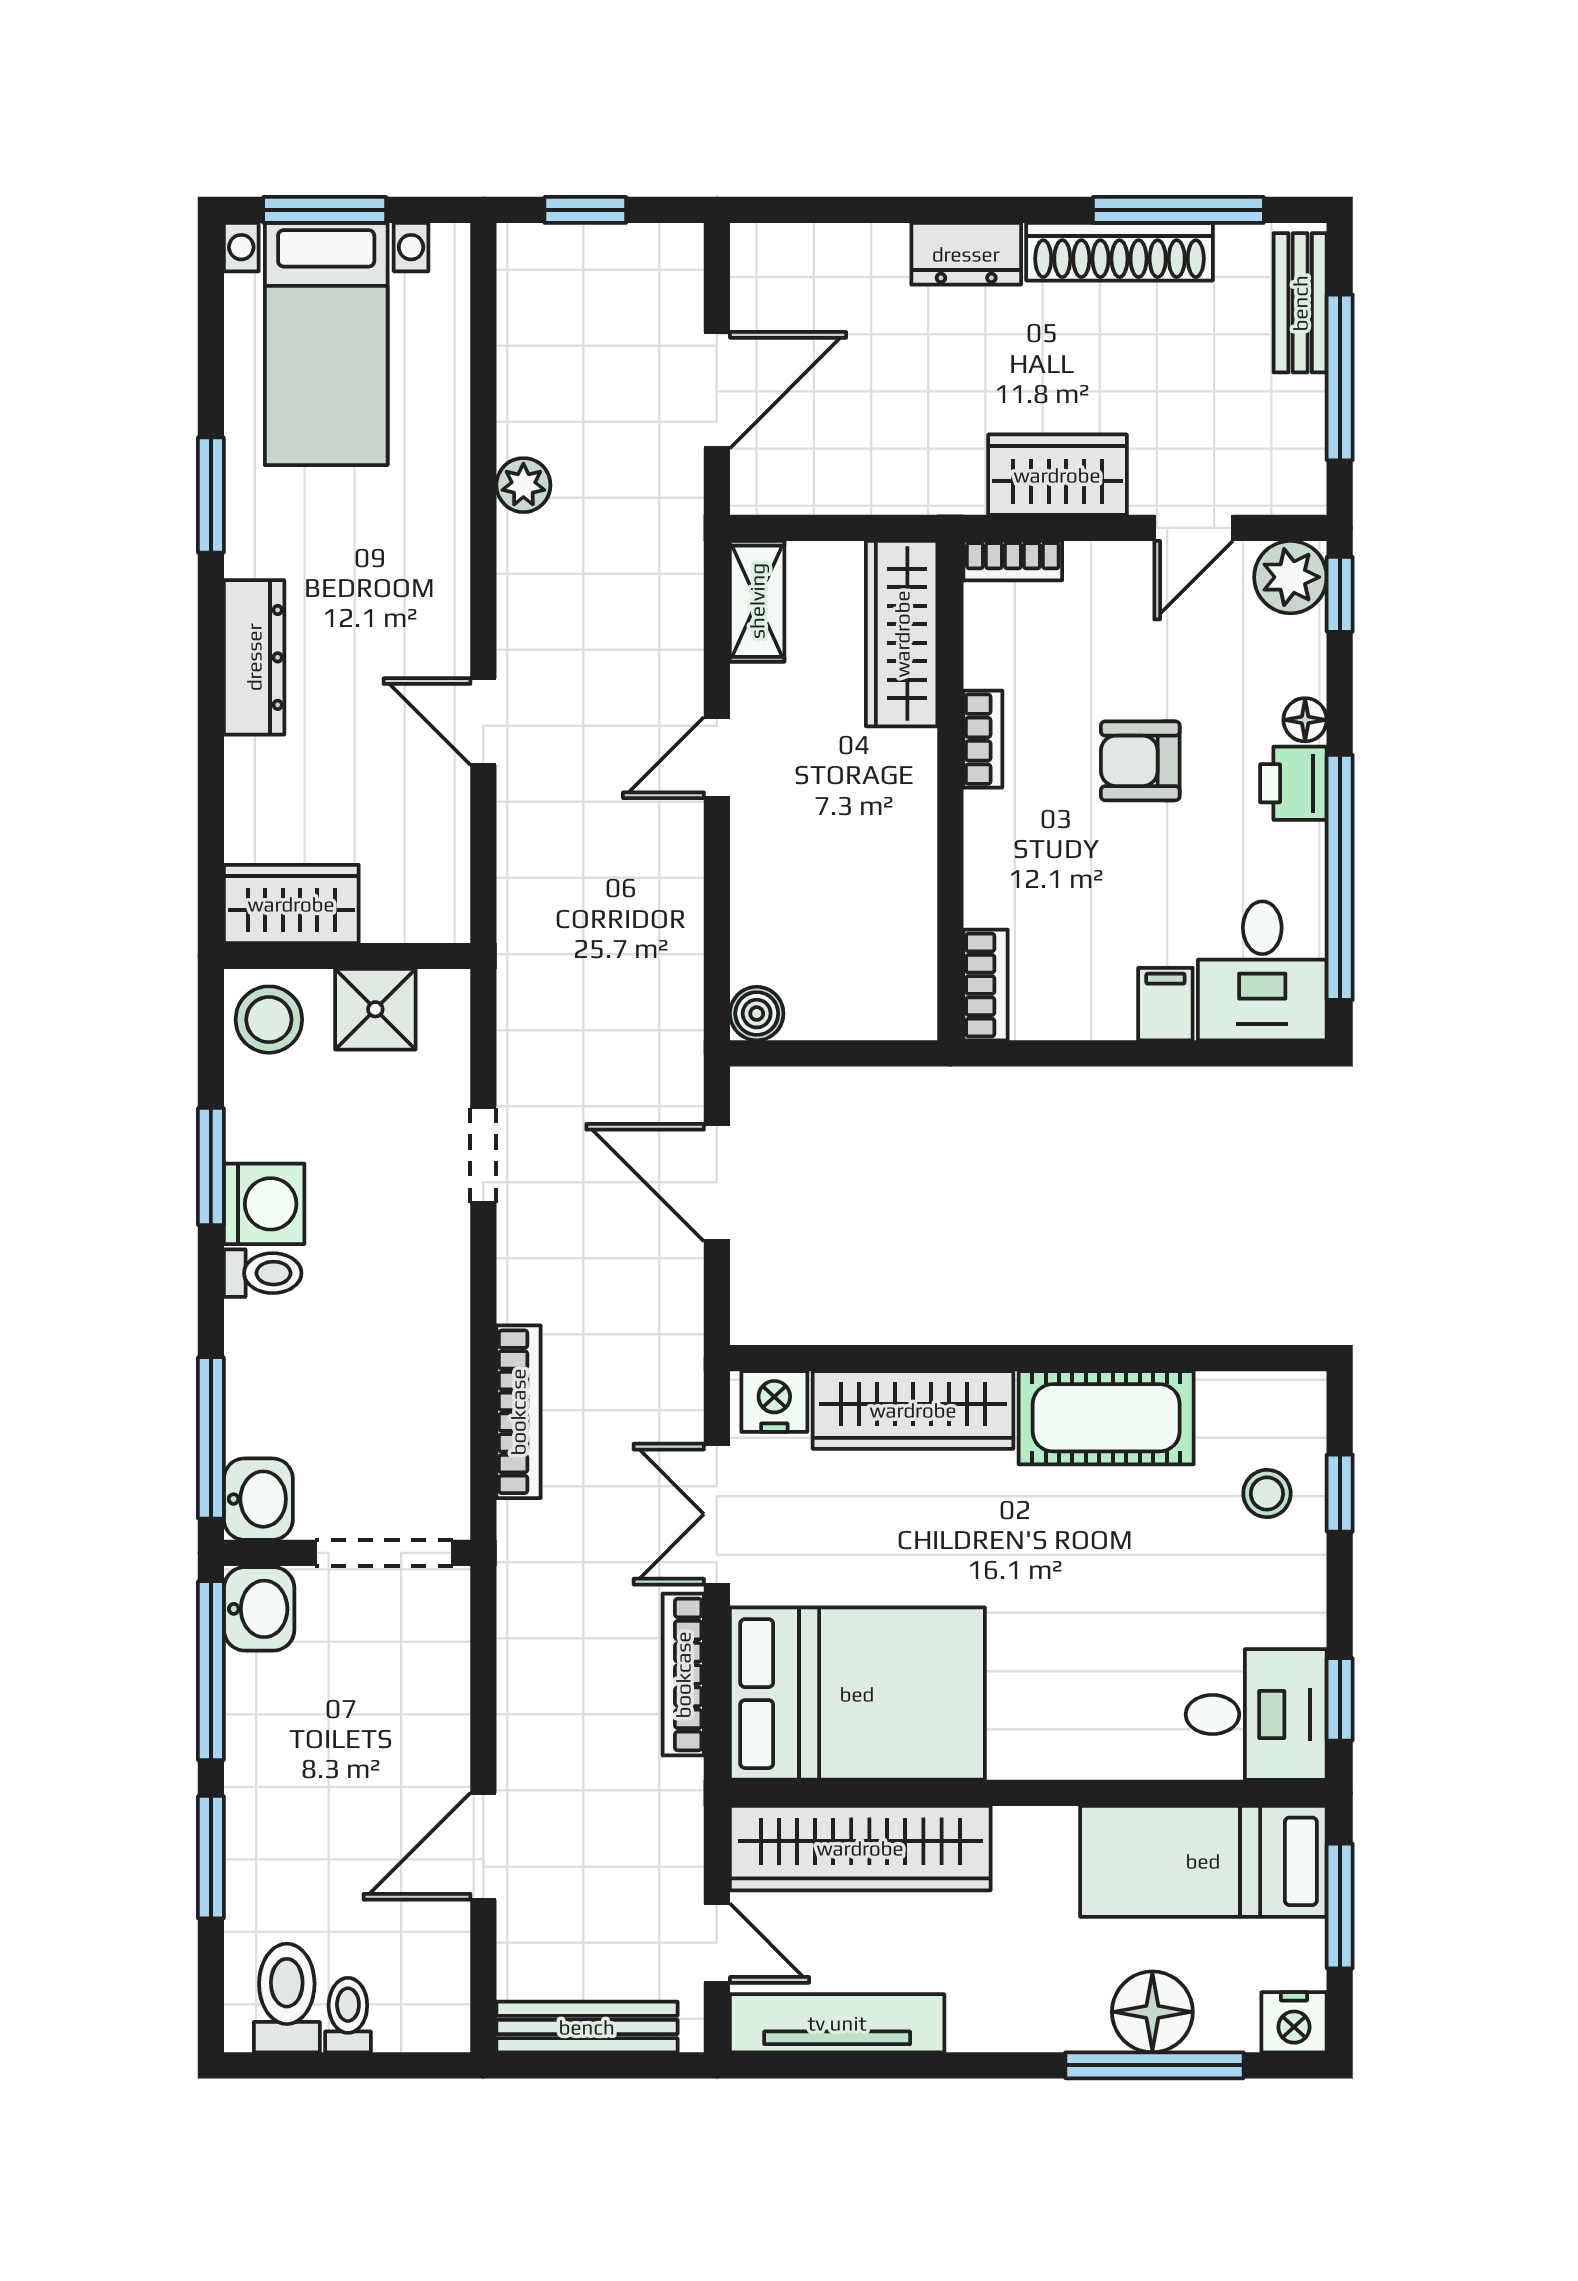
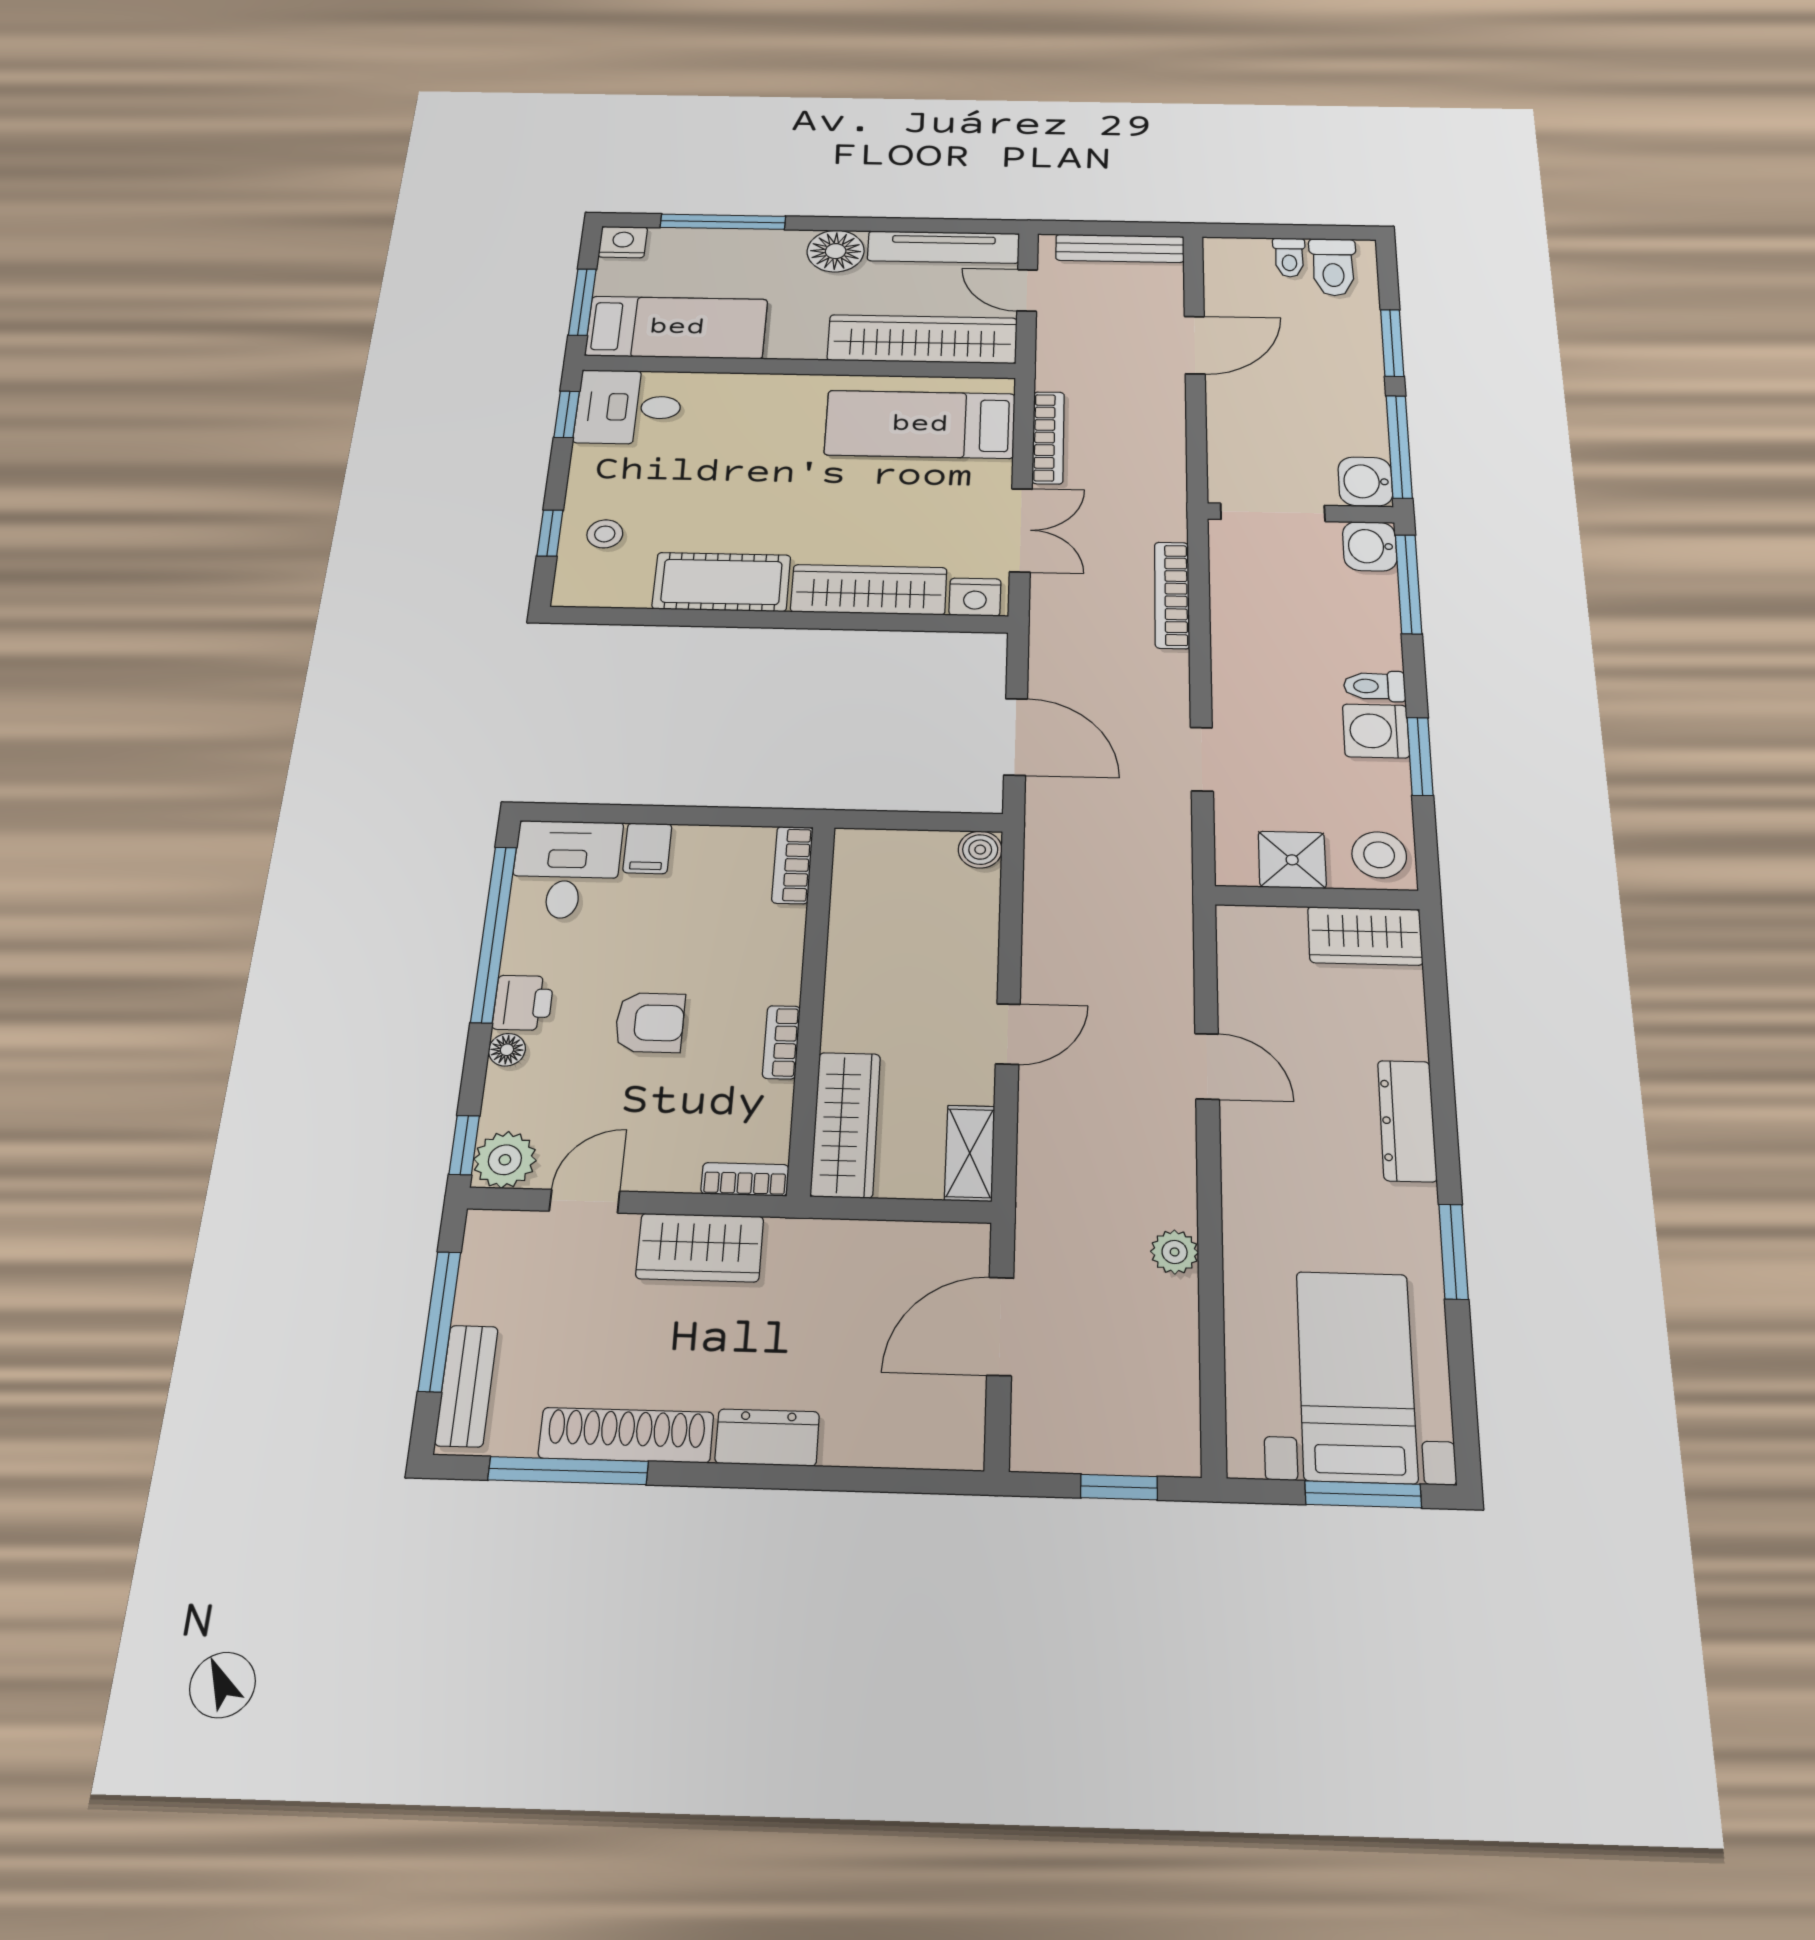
bed: (857, 1694) -> (920, 424), width x0.67
floor lamp: (1152, 2012) -> (836, 251), moved

